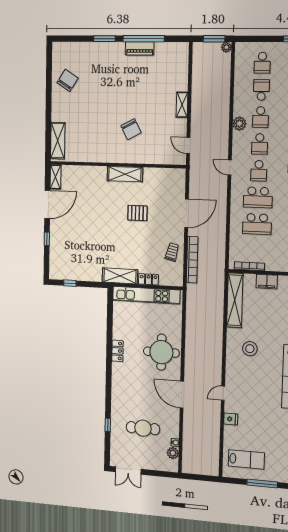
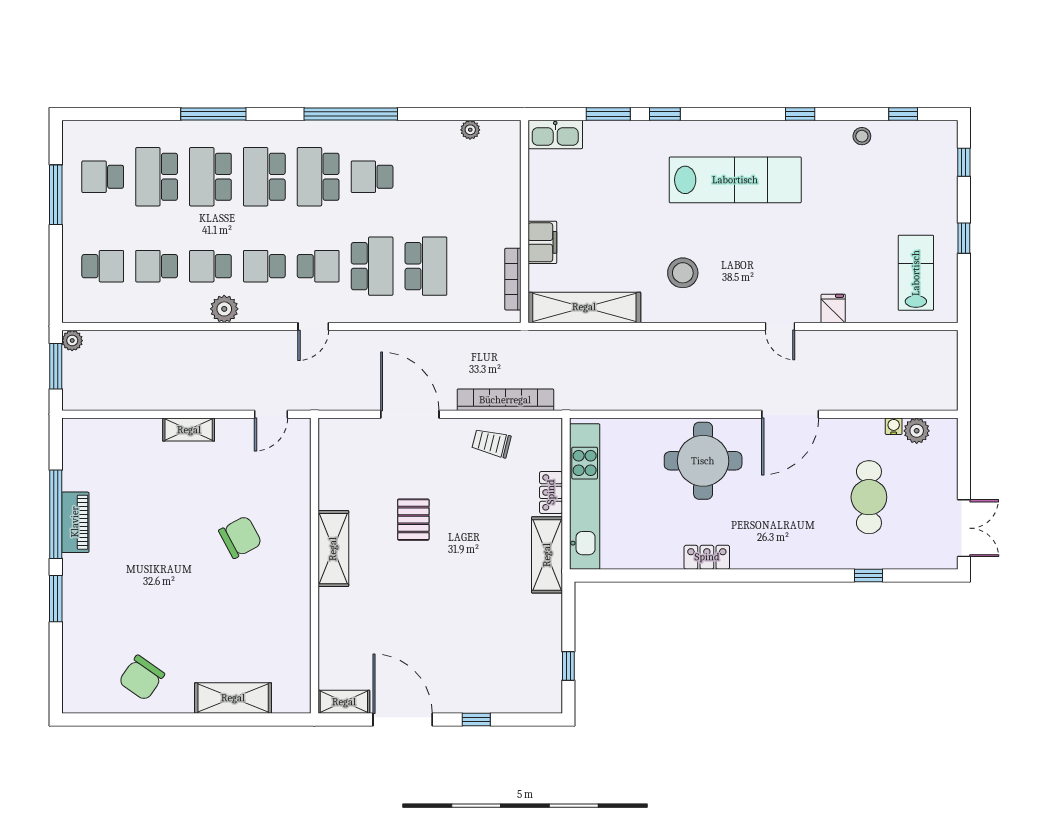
chair: (68, 80) -> (142, 678), turned -87
school desk: (260, 117) -> (210, 266), turned 180
shelving: (58, 141) -> (233, 698), moved
school desk: (260, 144) -> (264, 266), turned 180
window: (262, 484) -> (964, 238), width x0.46

